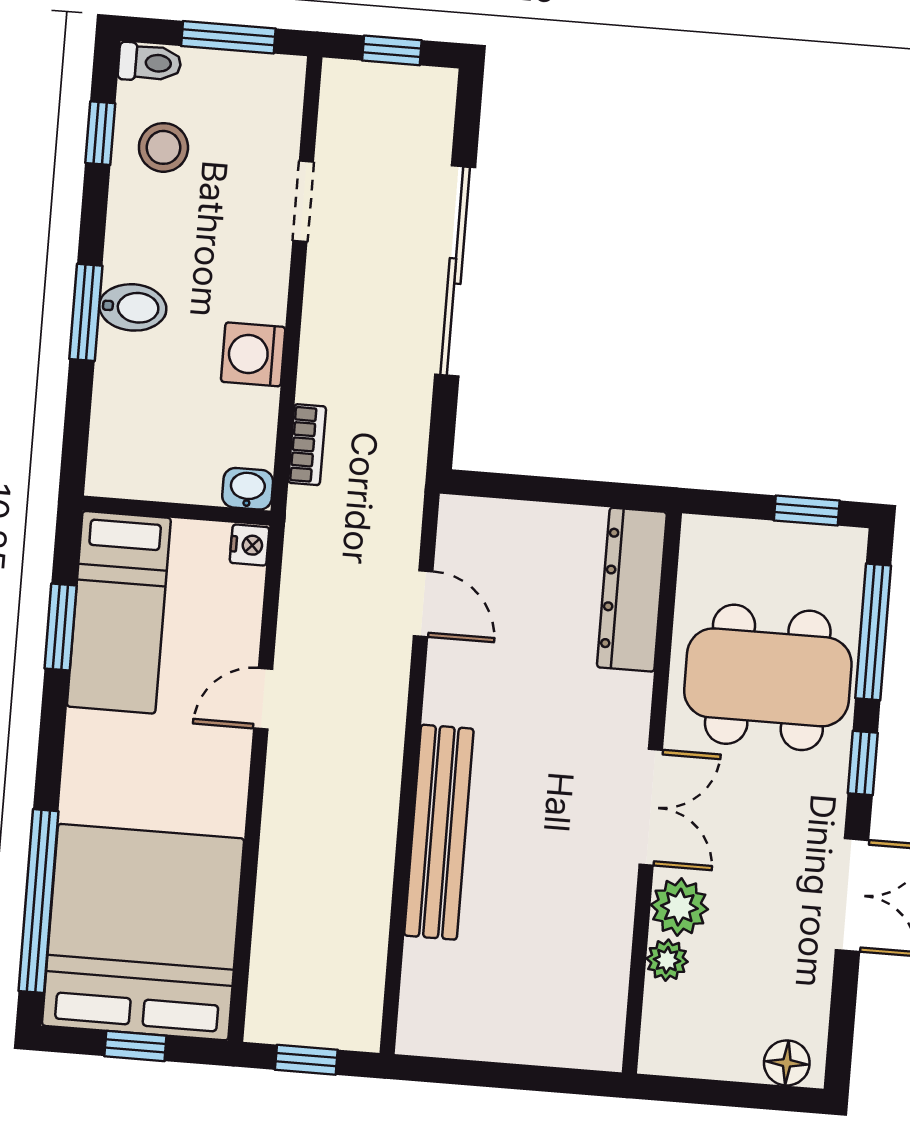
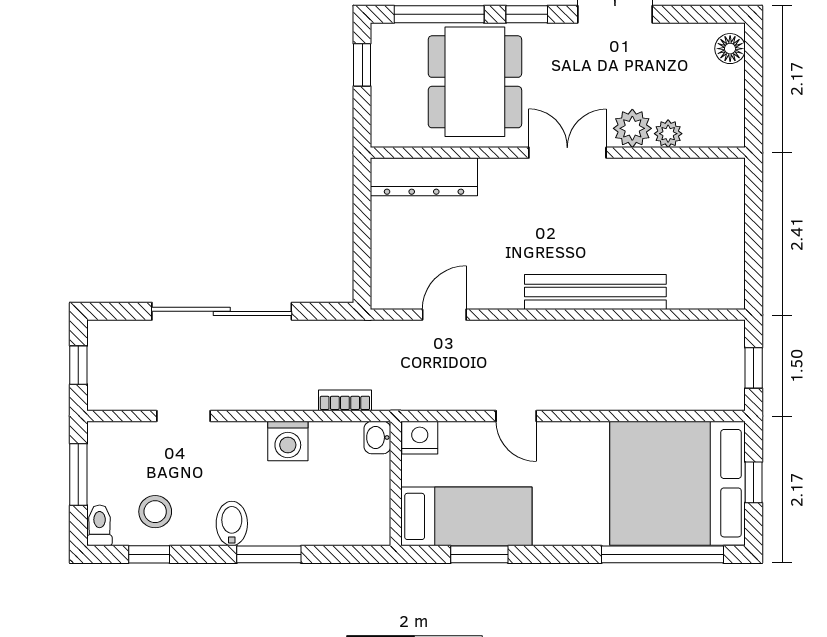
bidet: (133, 307) -> (232, 524), moved
nightstand: (249, 545) -> (420, 438), width x1.39, depth x1.35

